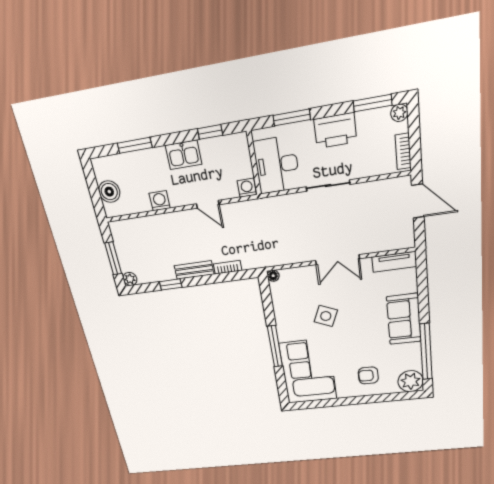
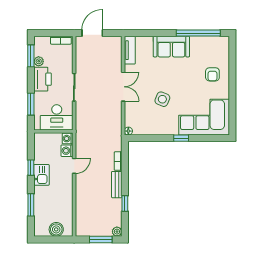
plant: (399, 113) -> (39, 61), moved
window: (210, 132) -> (31, 168), moved
washing machine: (160, 201) -> (67, 151), moved
window: (275, 346) -> (181, 138), width x0.46
plant: (411, 381) -> (221, 45), removed

